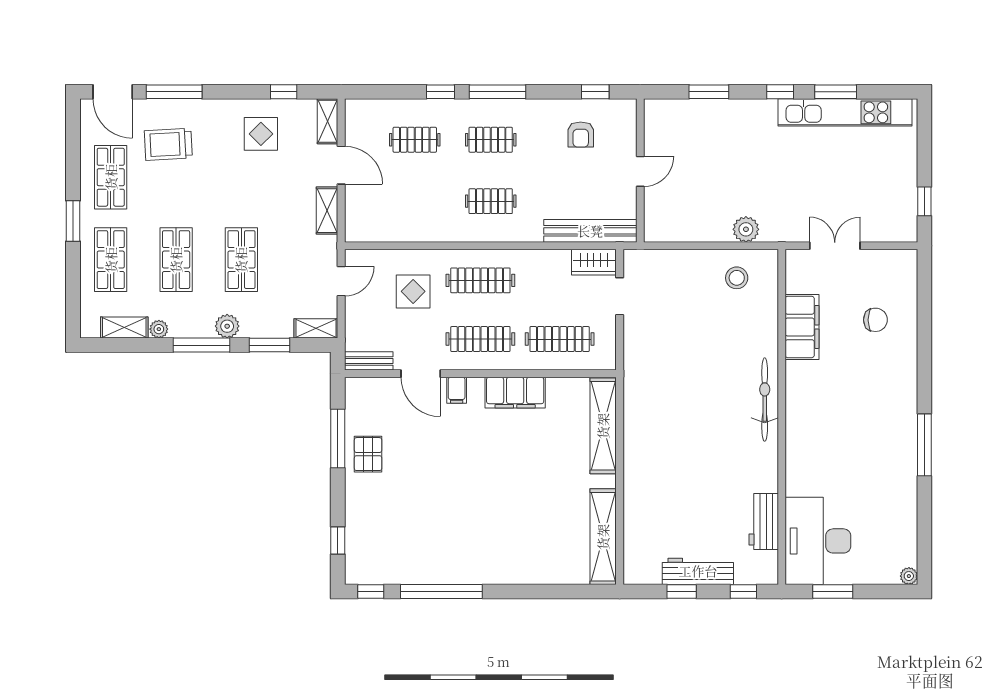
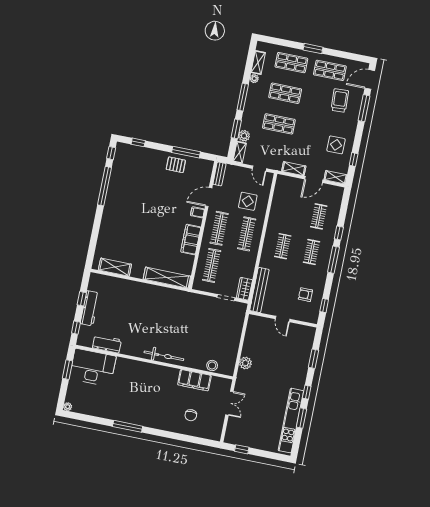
stool: (737, 278) -> (212, 365), moved
plant: (227, 326) -> (244, 136), moved
shelving: (603, 537) -> (115, 267), width x0.68

